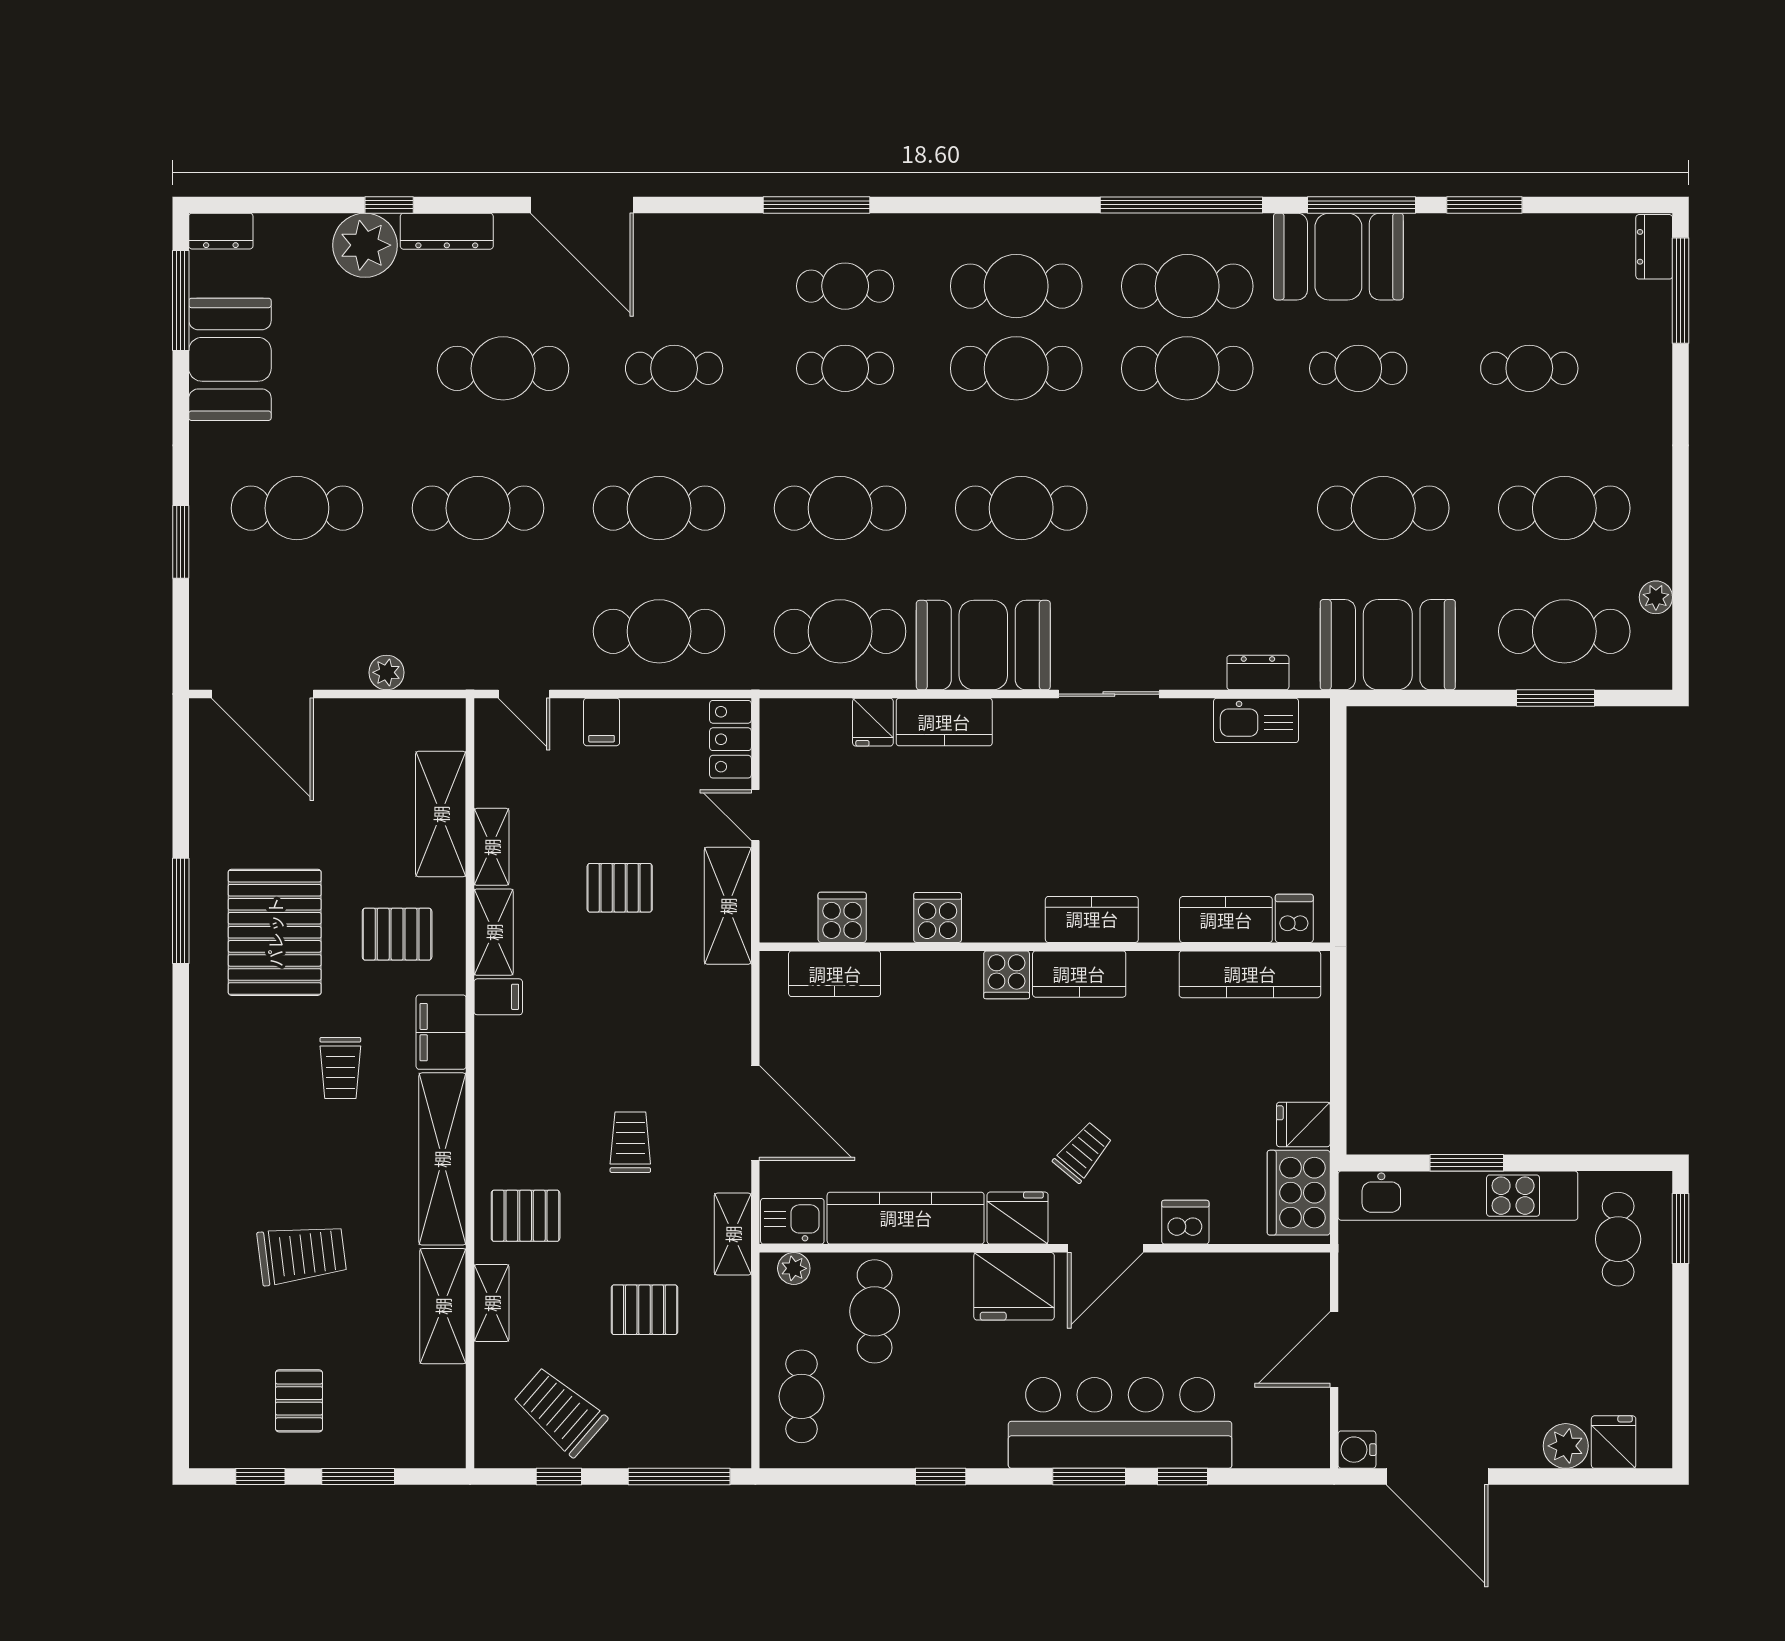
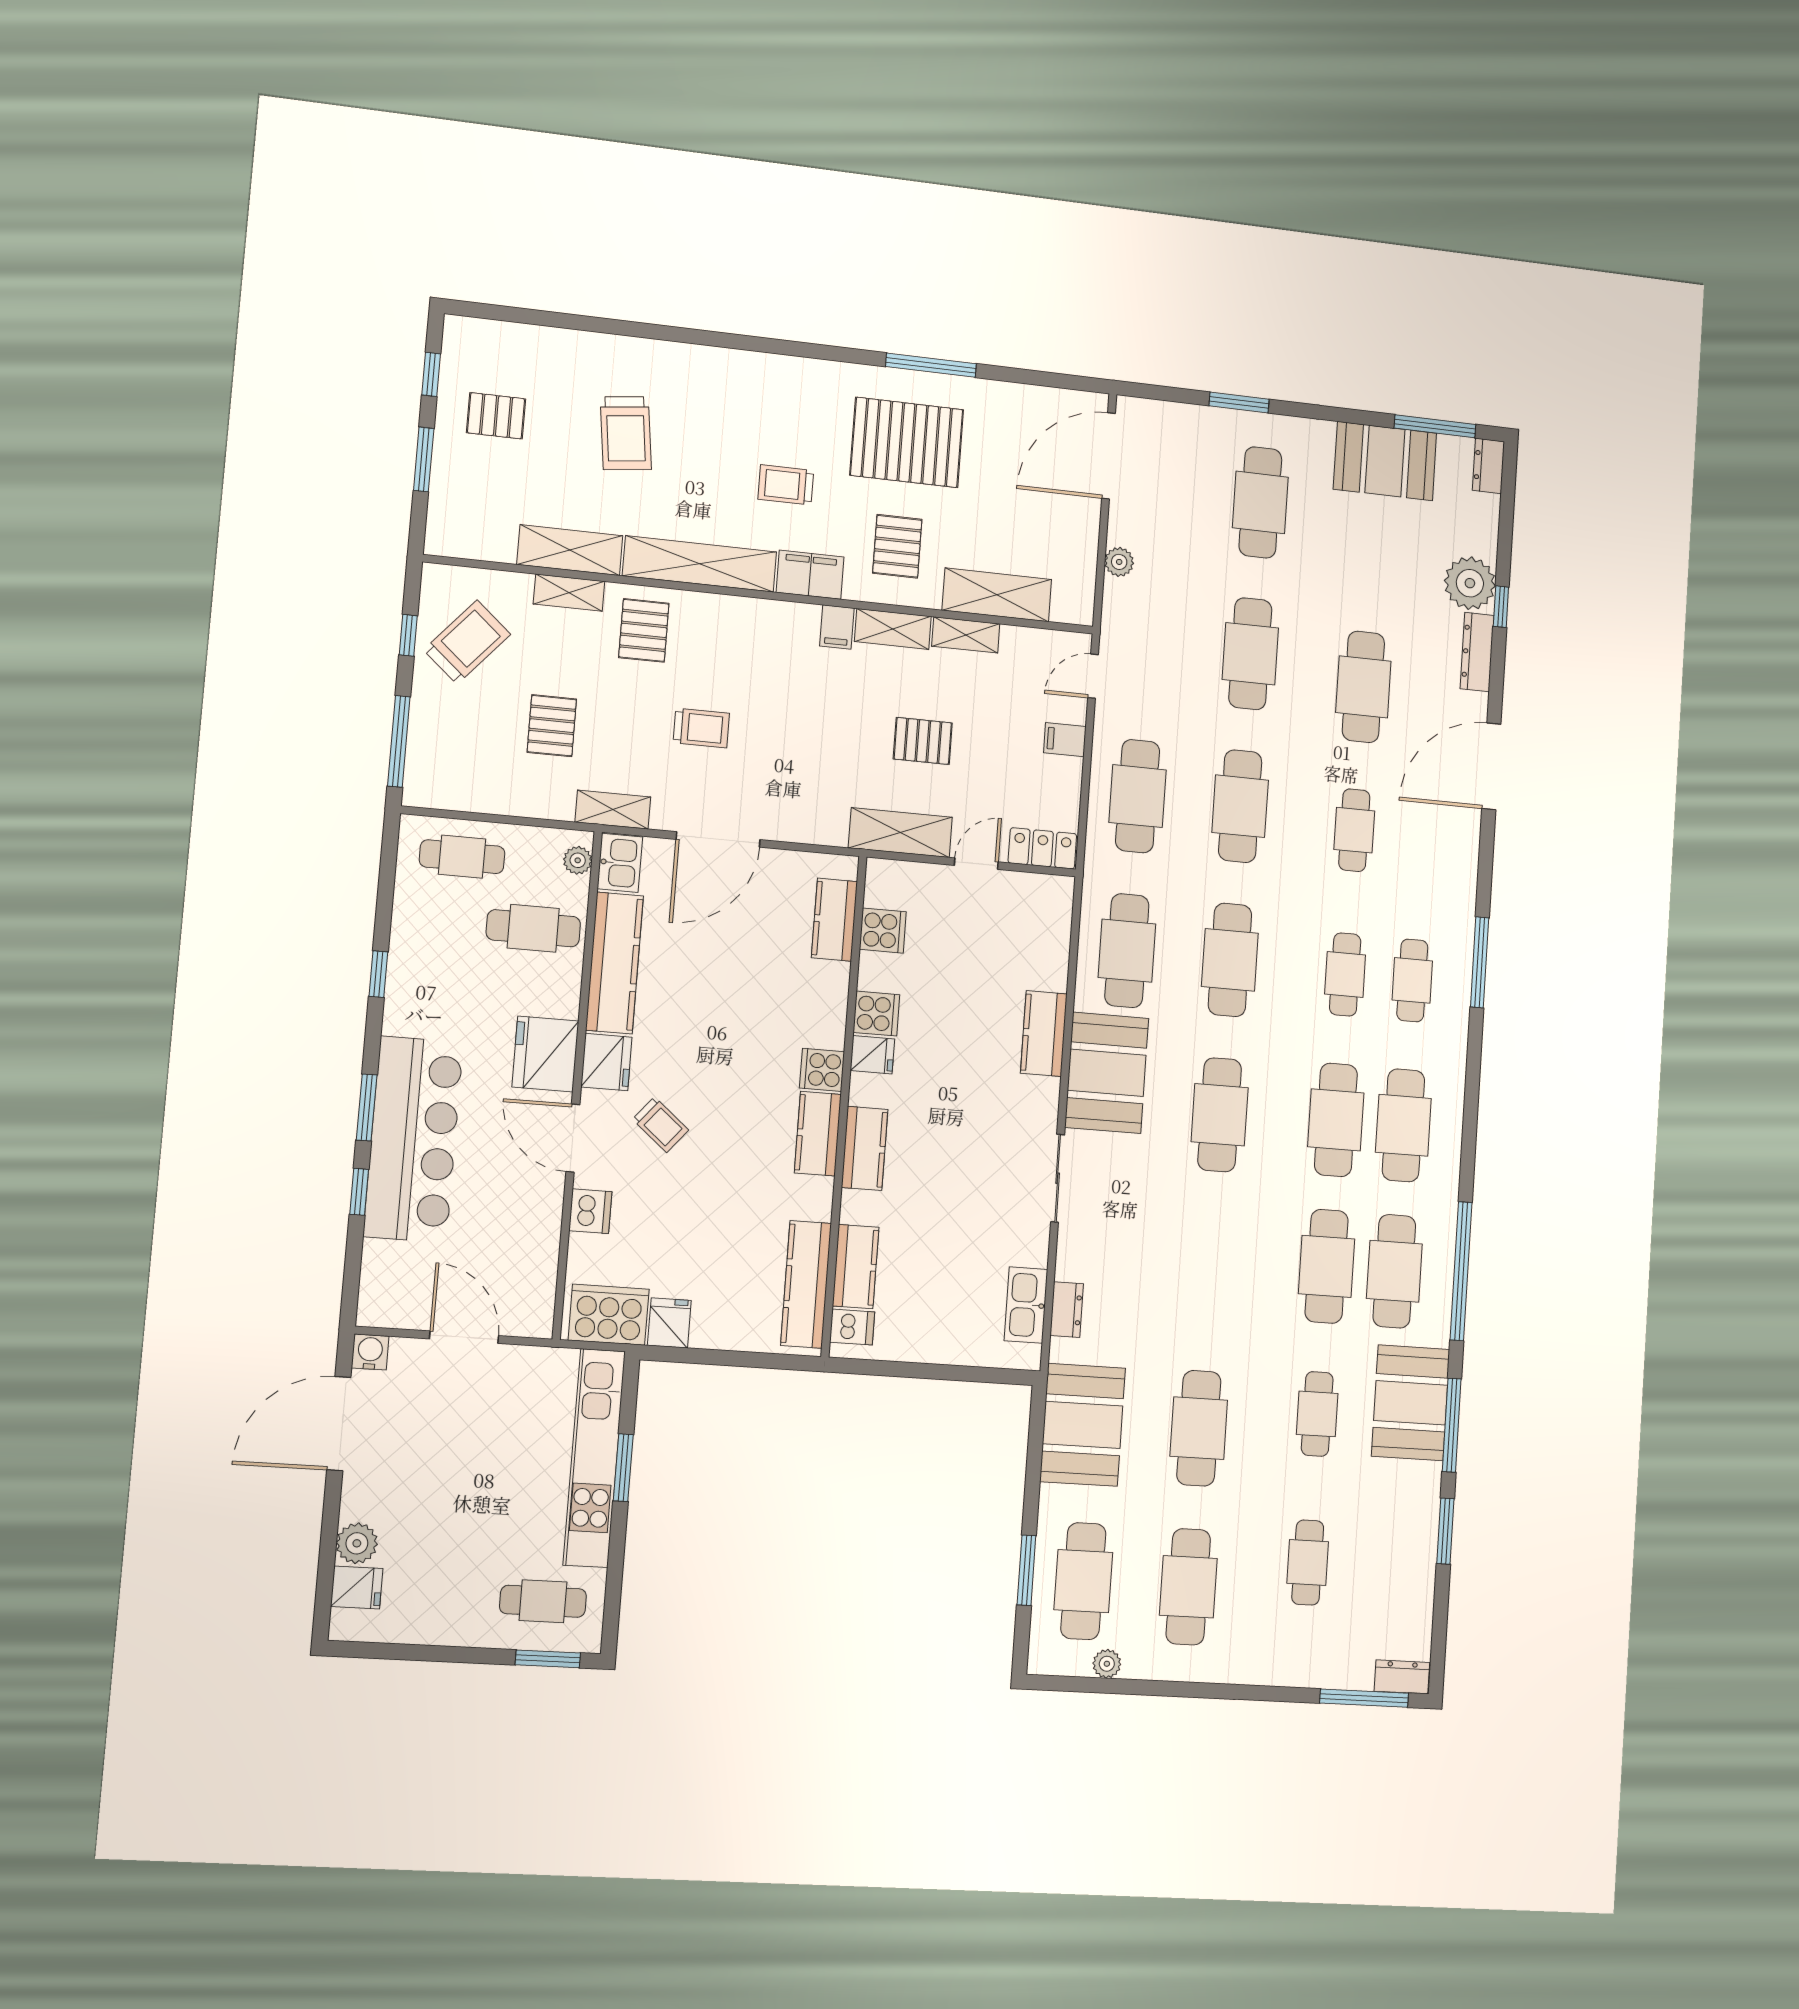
fridge: (873, 722) -> (872, 1055), moved, turned 180
pallet: (620, 888) -> (923, 741), turned 90

